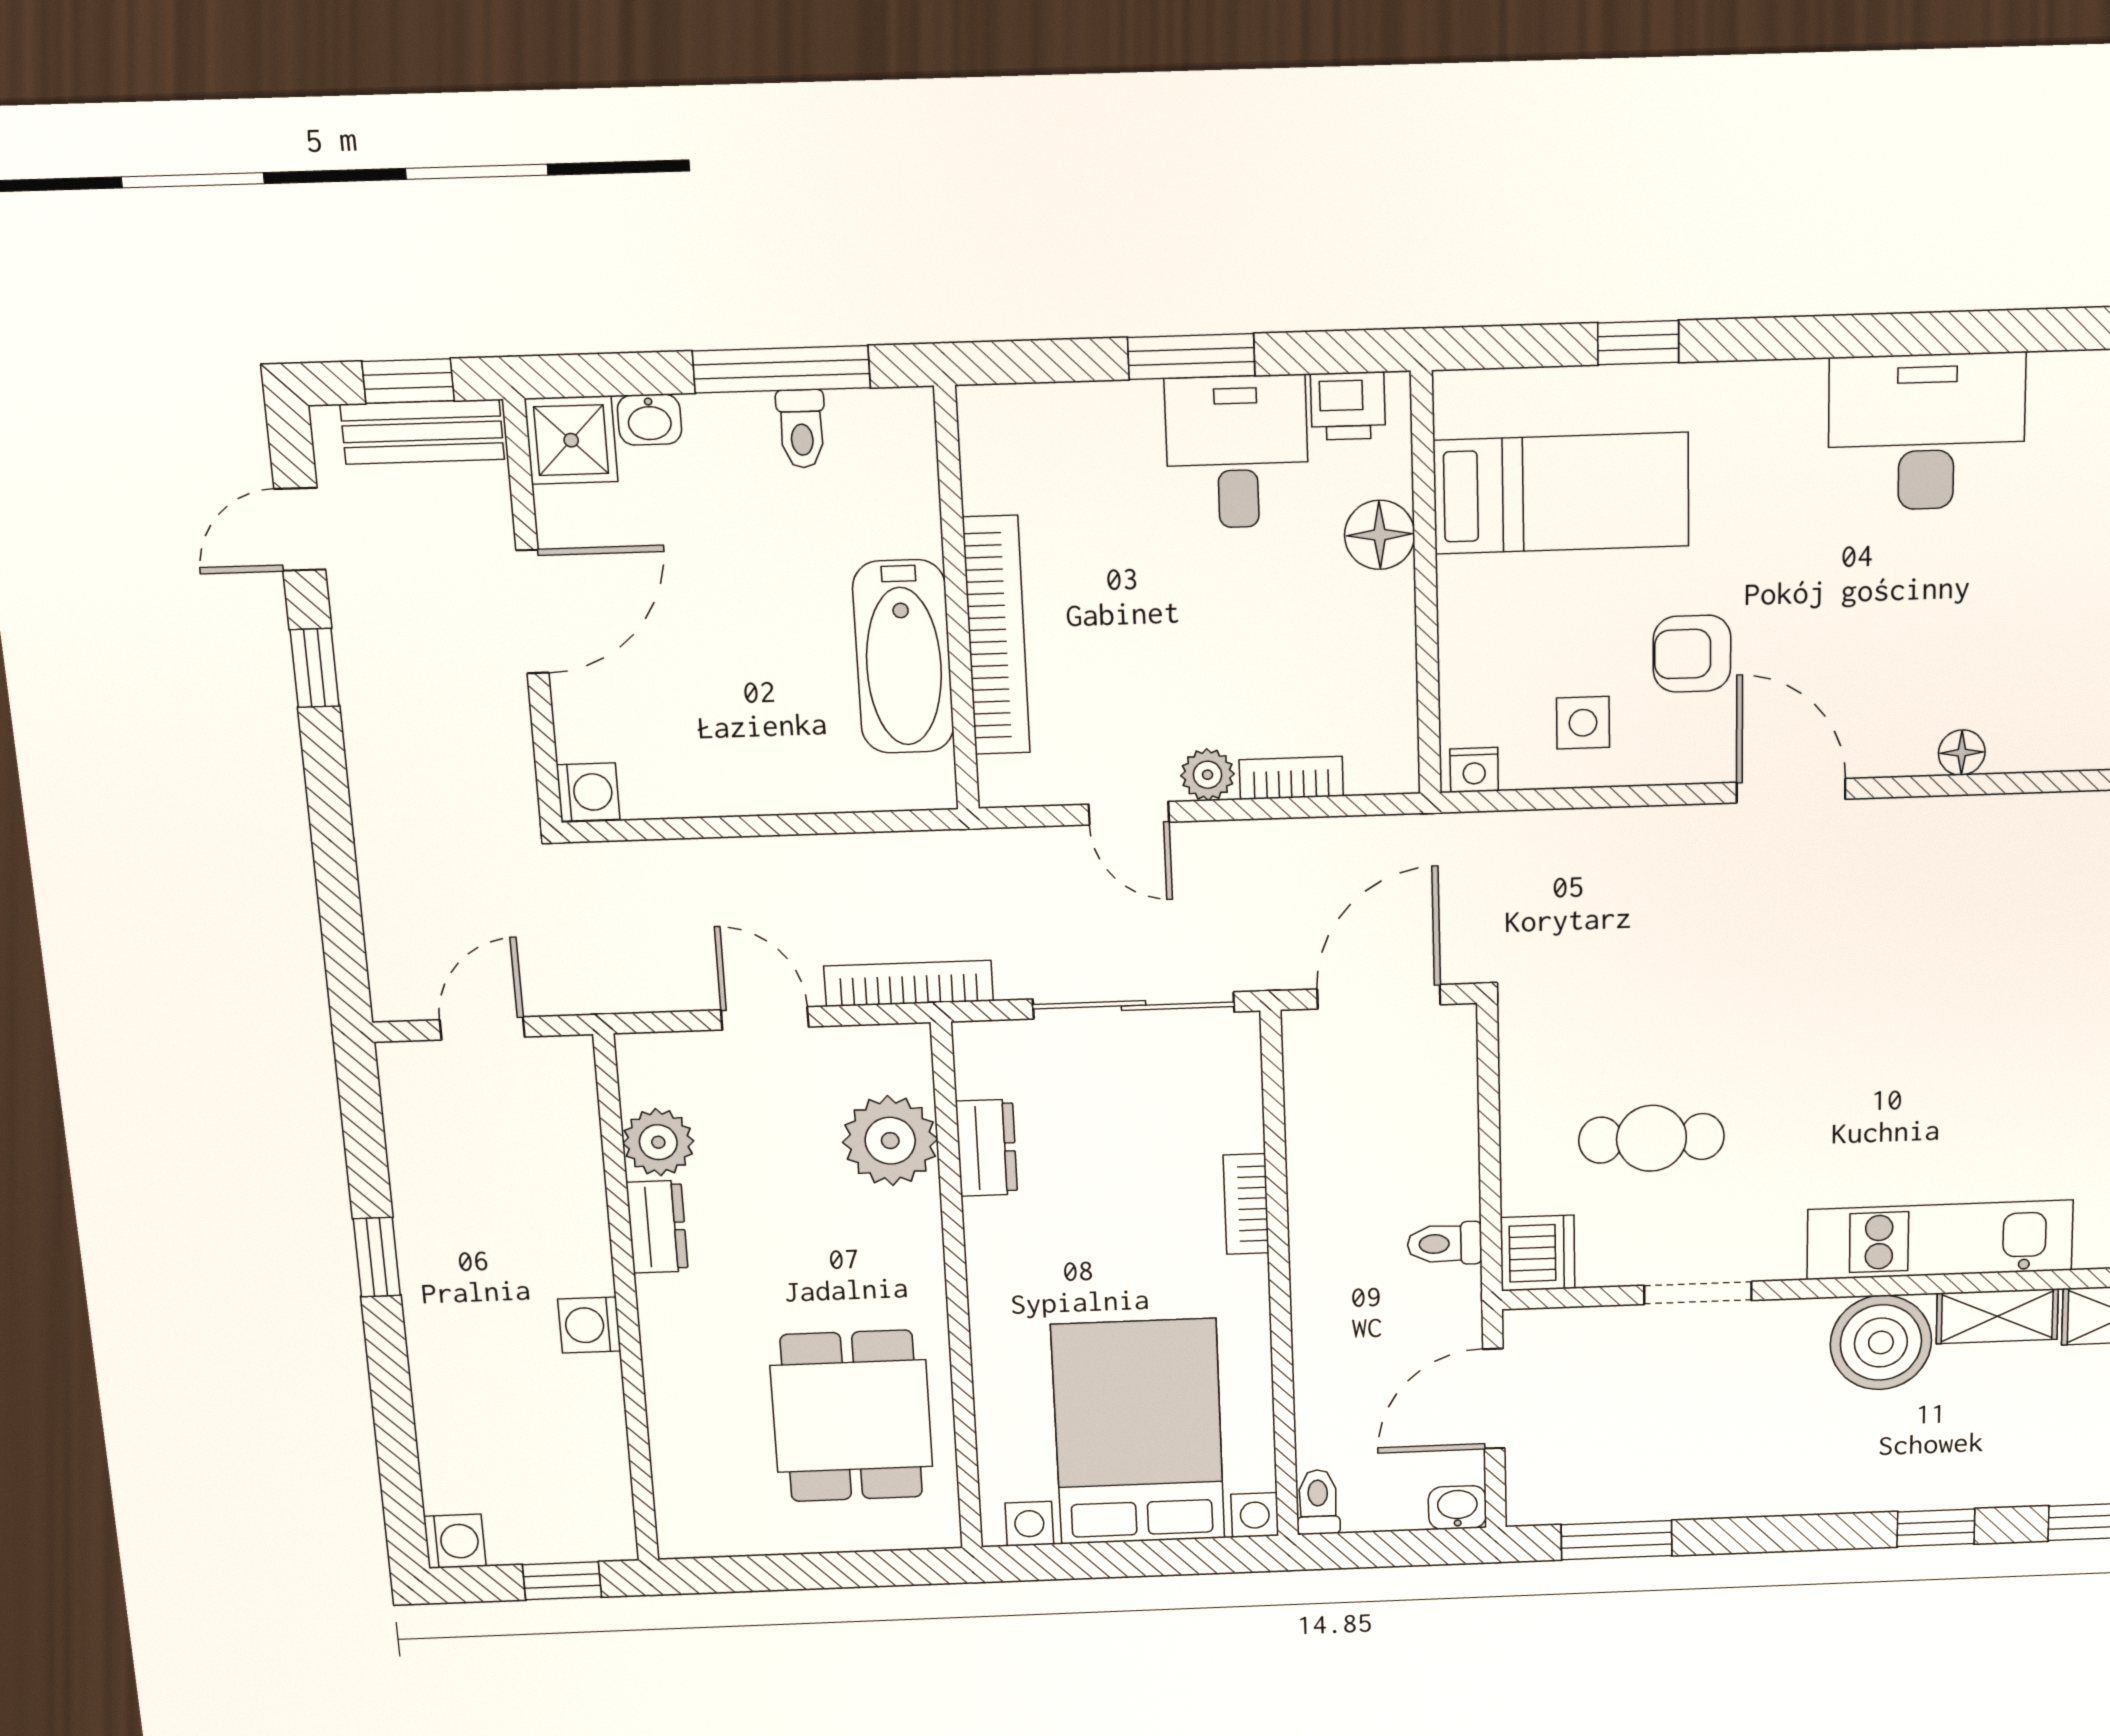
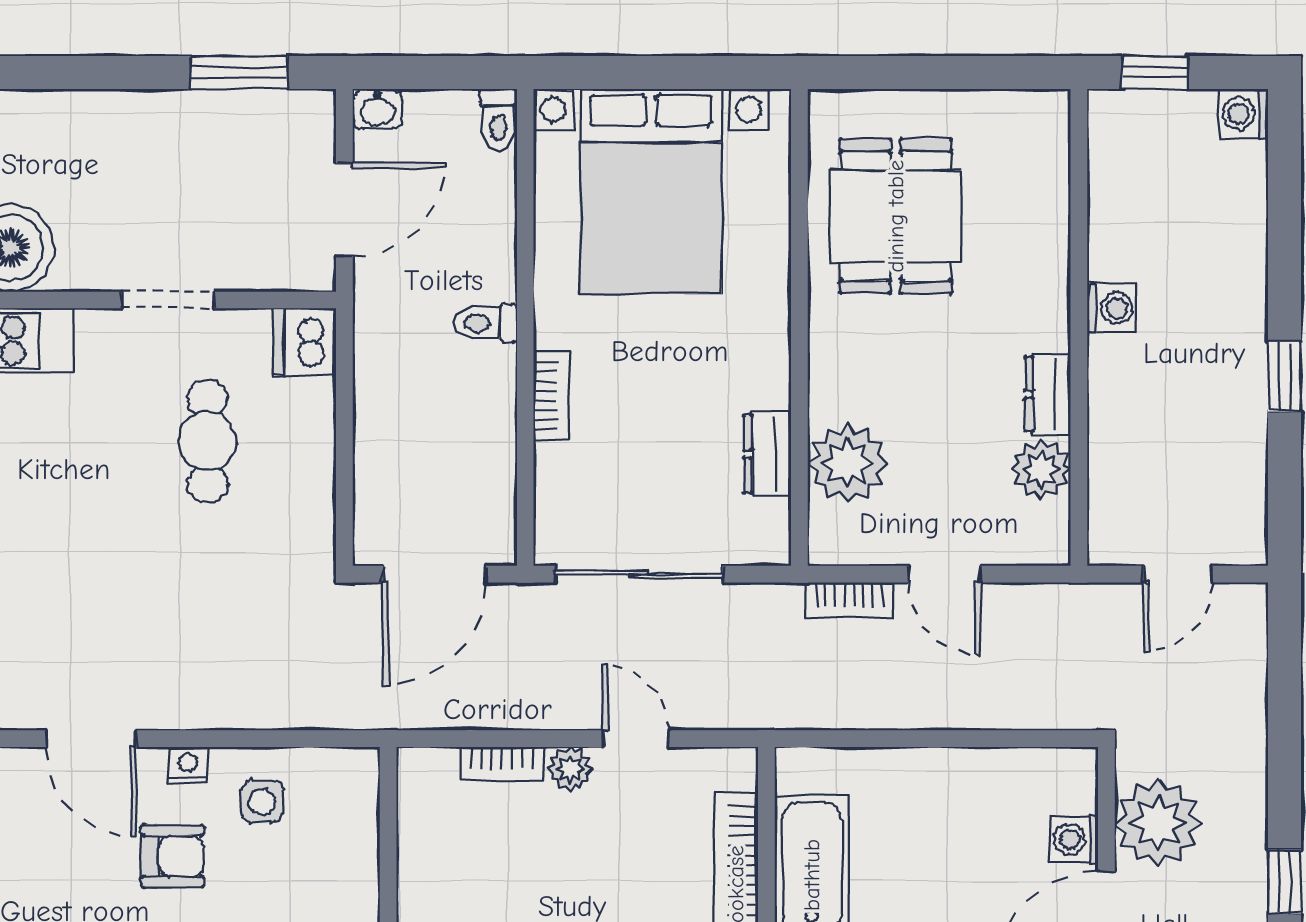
plant: (479, 734) -> (1158, 823), added
nightstand: (1474, 770) -> (188, 765), moved
washing machine: (588, 792) -> (1074, 839), moved
bookcase: (909, 983) -> (849, 600), width x0.64
cafe table: (1651, 1138) -> (207, 441), turned 90
toilet: (1445, 1244) -> (486, 323), moved, turned 180

